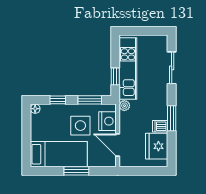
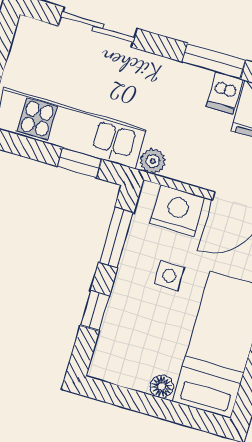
floor lamp: (35, 109) -> (162, 387), moved
side table: (80, 126) -> (169, 276), width x0.54, depth x0.54

